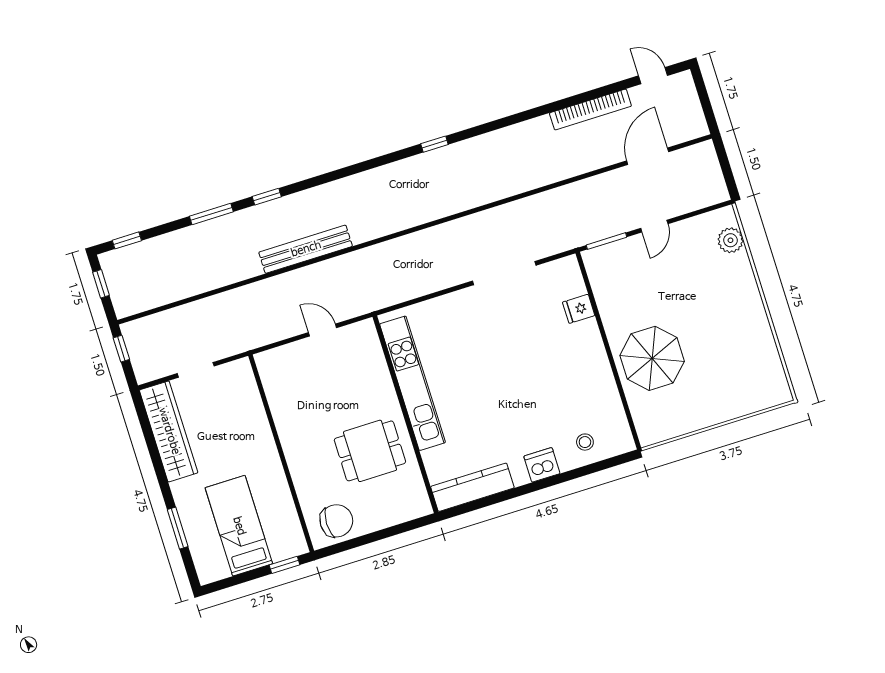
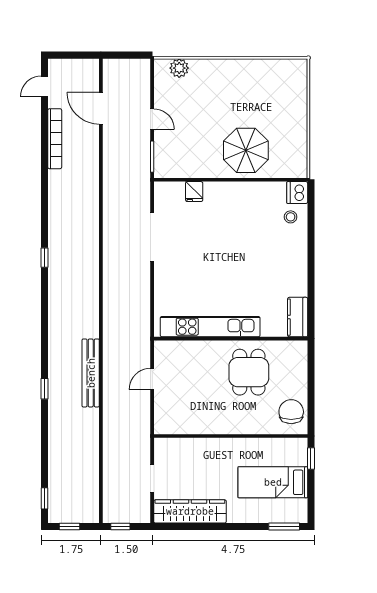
window: (211, 214) -> (44, 432), removed
dishwasher: (542, 465) -> (297, 193), moved
kitchen counter: (472, 487) -> (298, 317), width x0.67
window: (178, 528) -> (284, 527), moved

